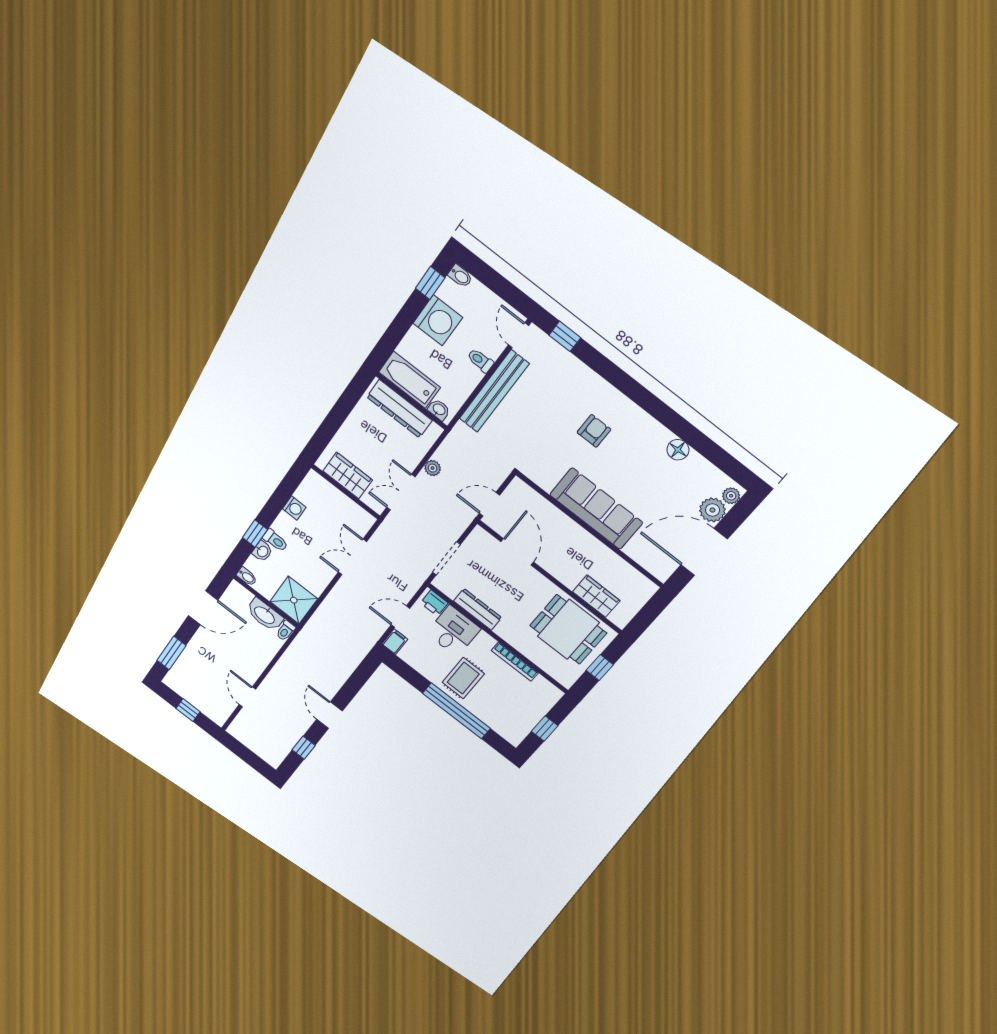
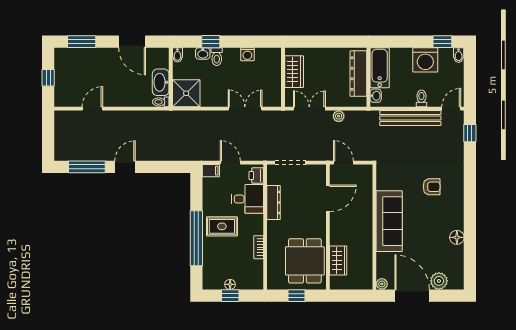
plant: (731, 496) -> (382, 284), moved
bookcase: (515, 662) -> (259, 247), width x0.64
floor lamp: (532, 719) -> (230, 284), added
window: (304, 748) -> (87, 167), width x2.17

